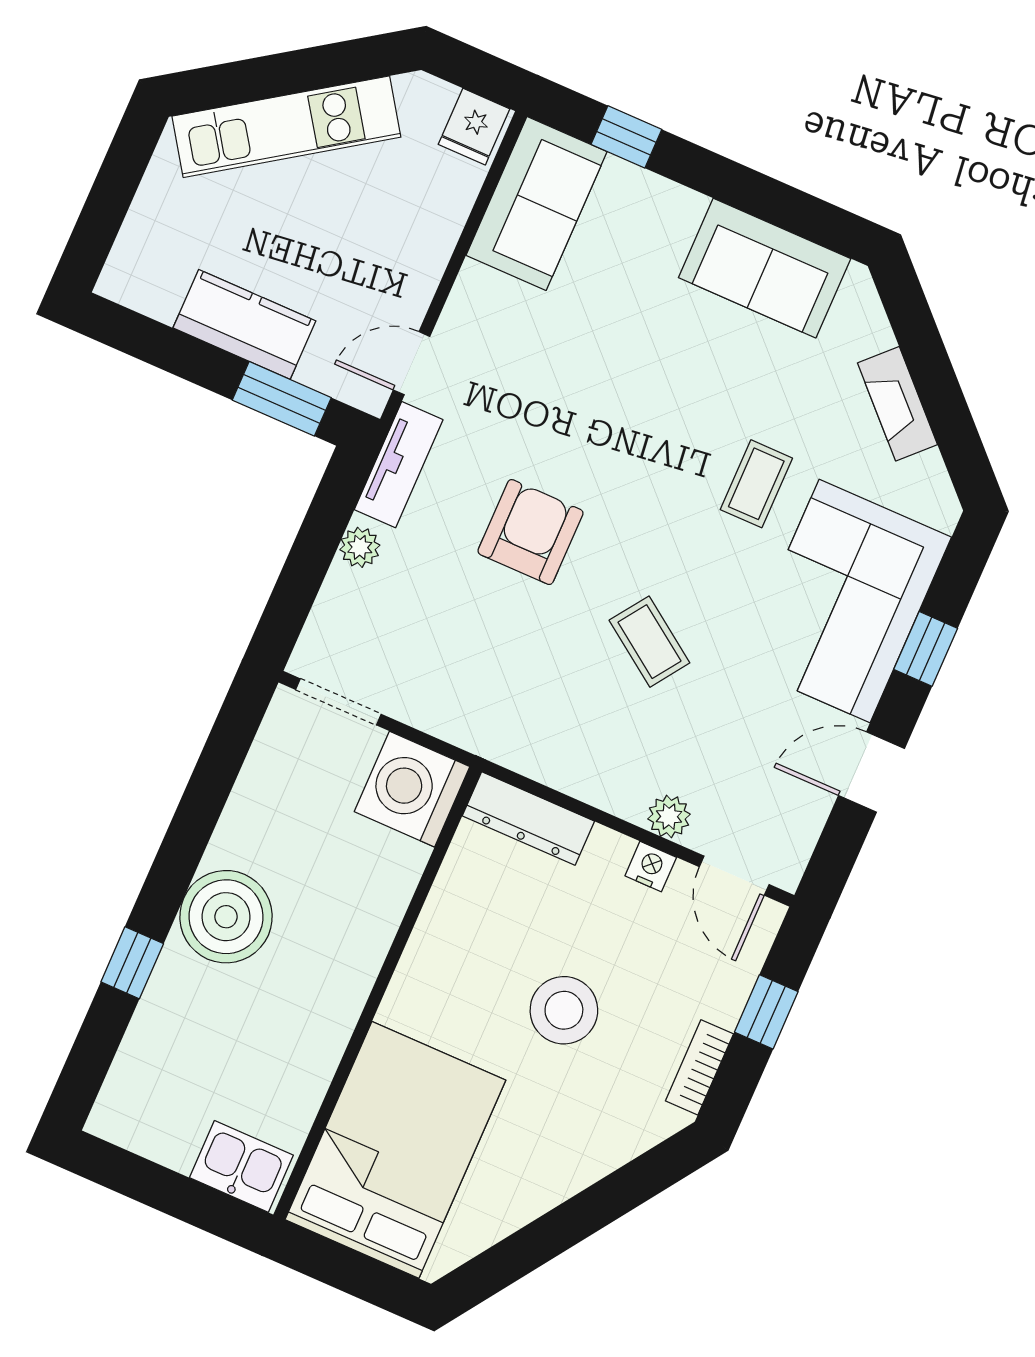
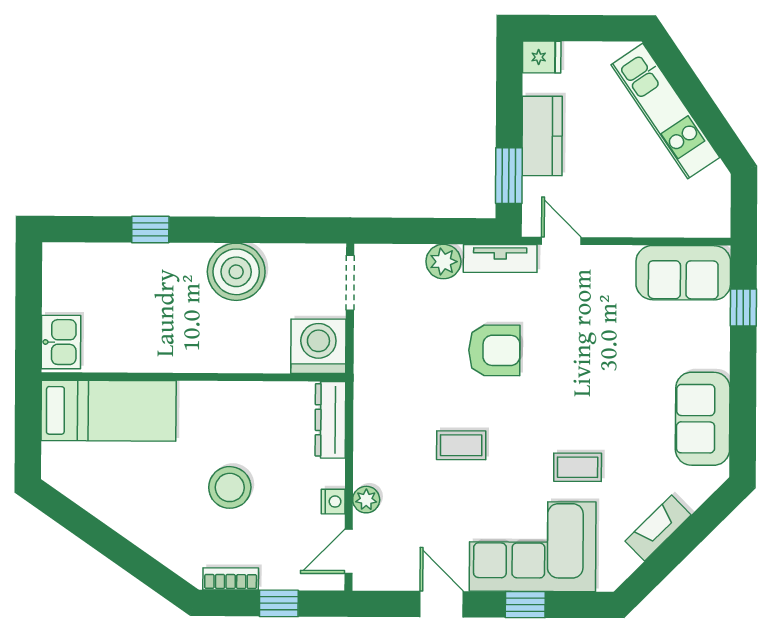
fridge: (474, 127) -> (542, 57), moved, turned 180
plant: (360, 547) -> (443, 262), width x1.38, depth x1.38
coffee table: (649, 642) -> (461, 445), turned 55
boiler: (226, 917) -> (236, 272), moved
bed: (395, 1150) -> (109, 411), width x0.67

